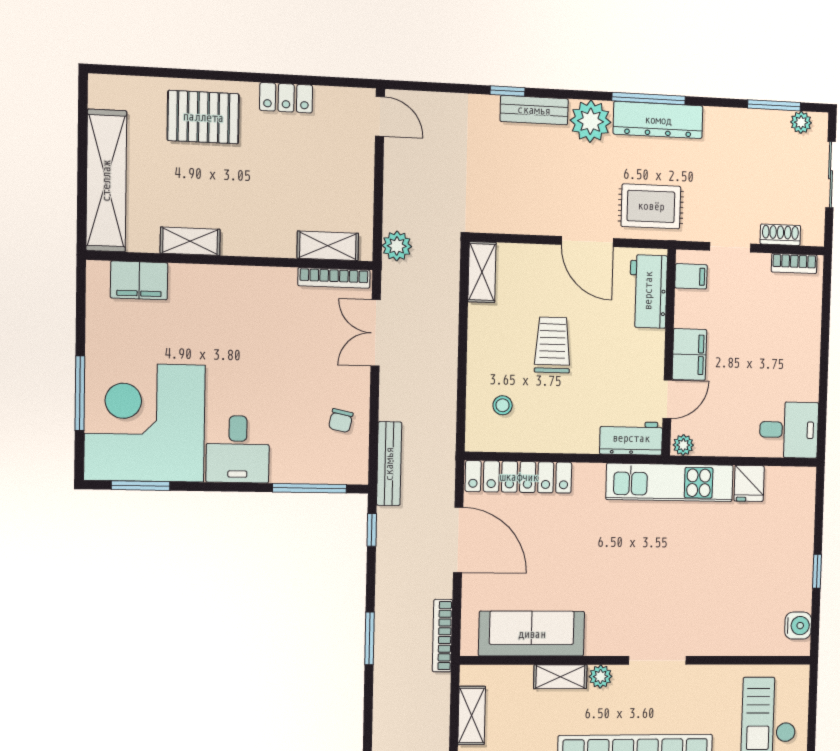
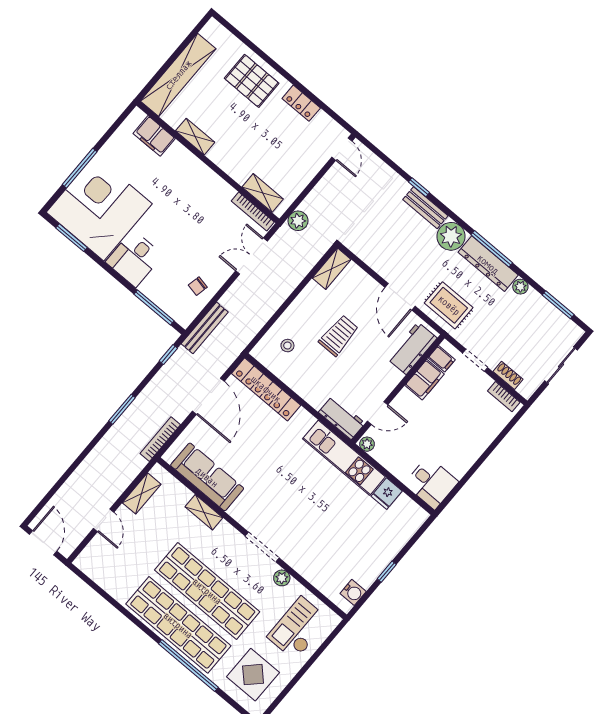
plant: (801, 122) -> (520, 287), moved
filing cabinet: (689, 354) -> (425, 380), moved
plant: (600, 677) -> (282, 578), moved

